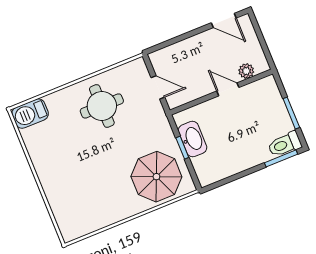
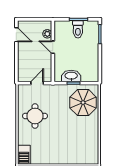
door: (224, 20) -> (16, 35), hinge flipped
door: (228, 89) -> (53, 47), hinge flipped
toilet: (285, 144) -> (78, 29), moved

